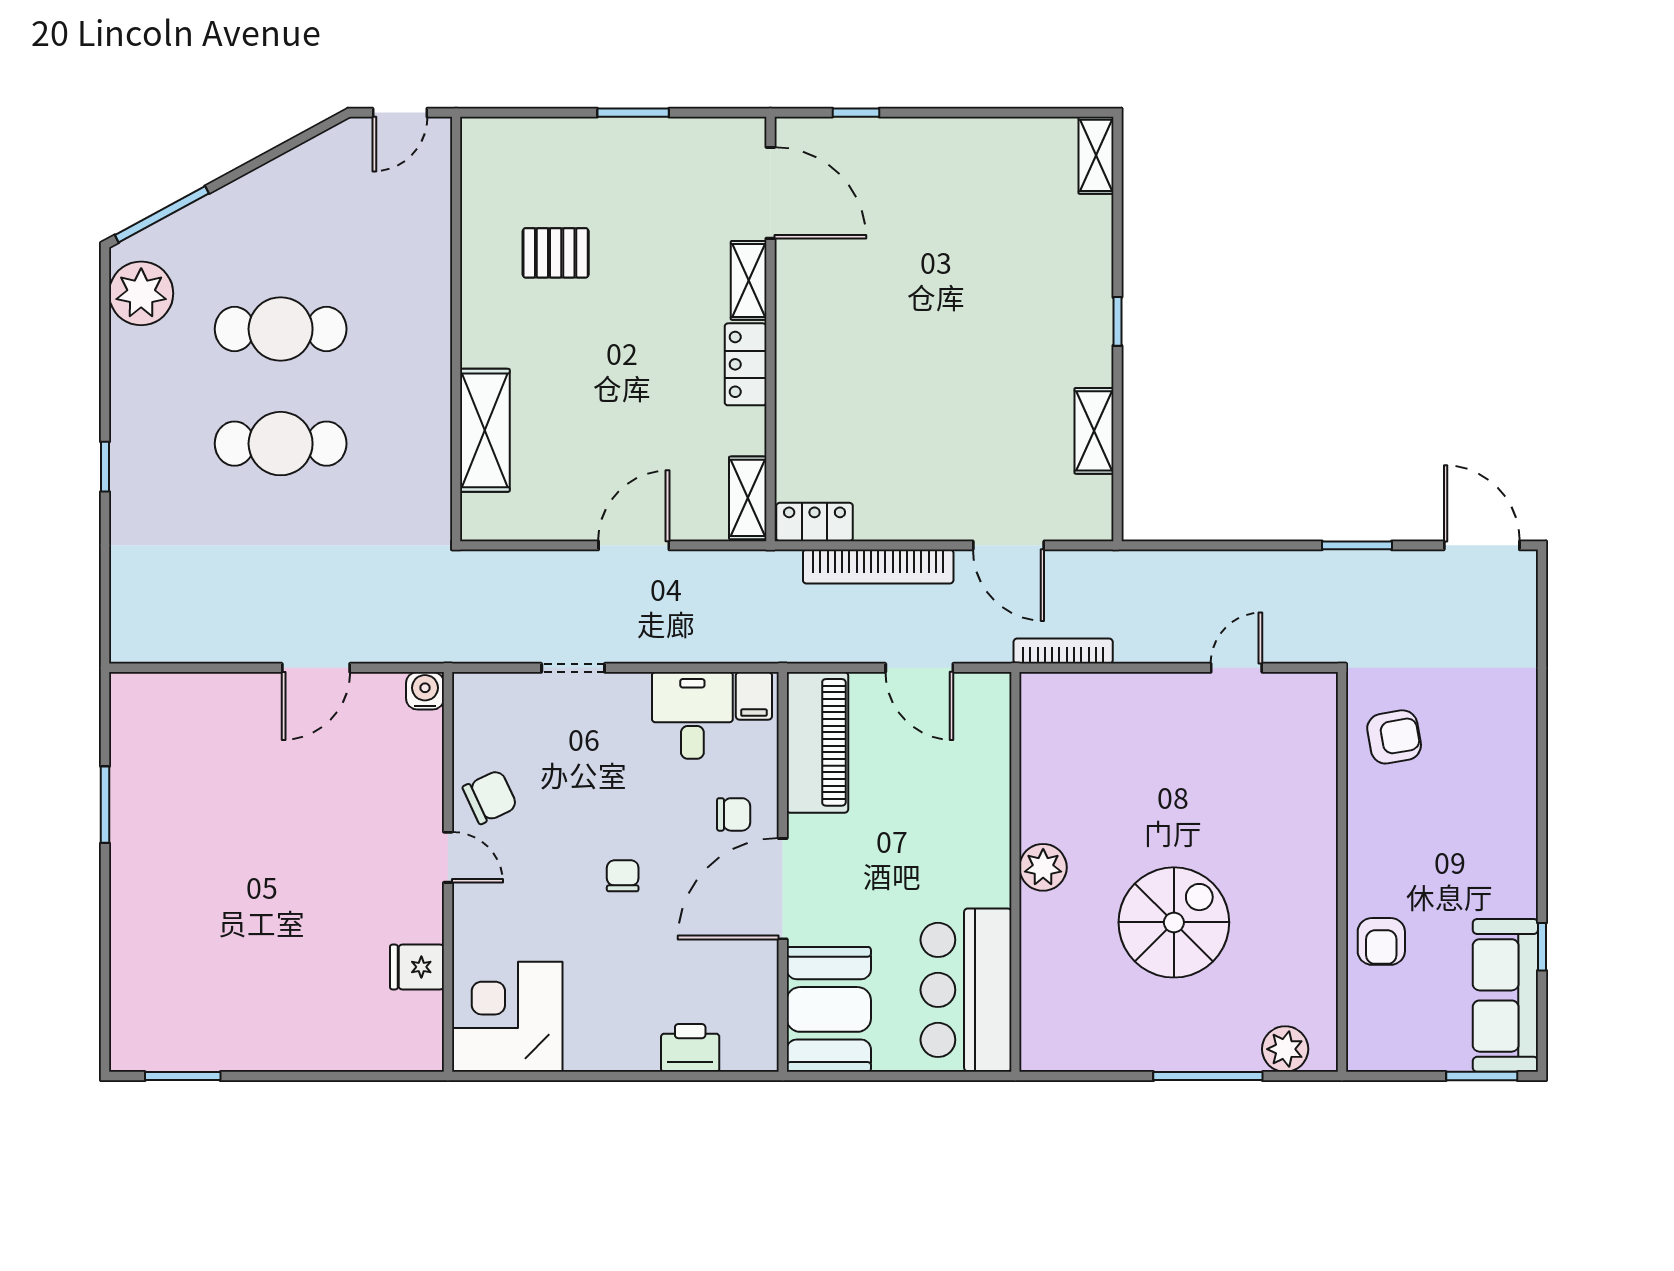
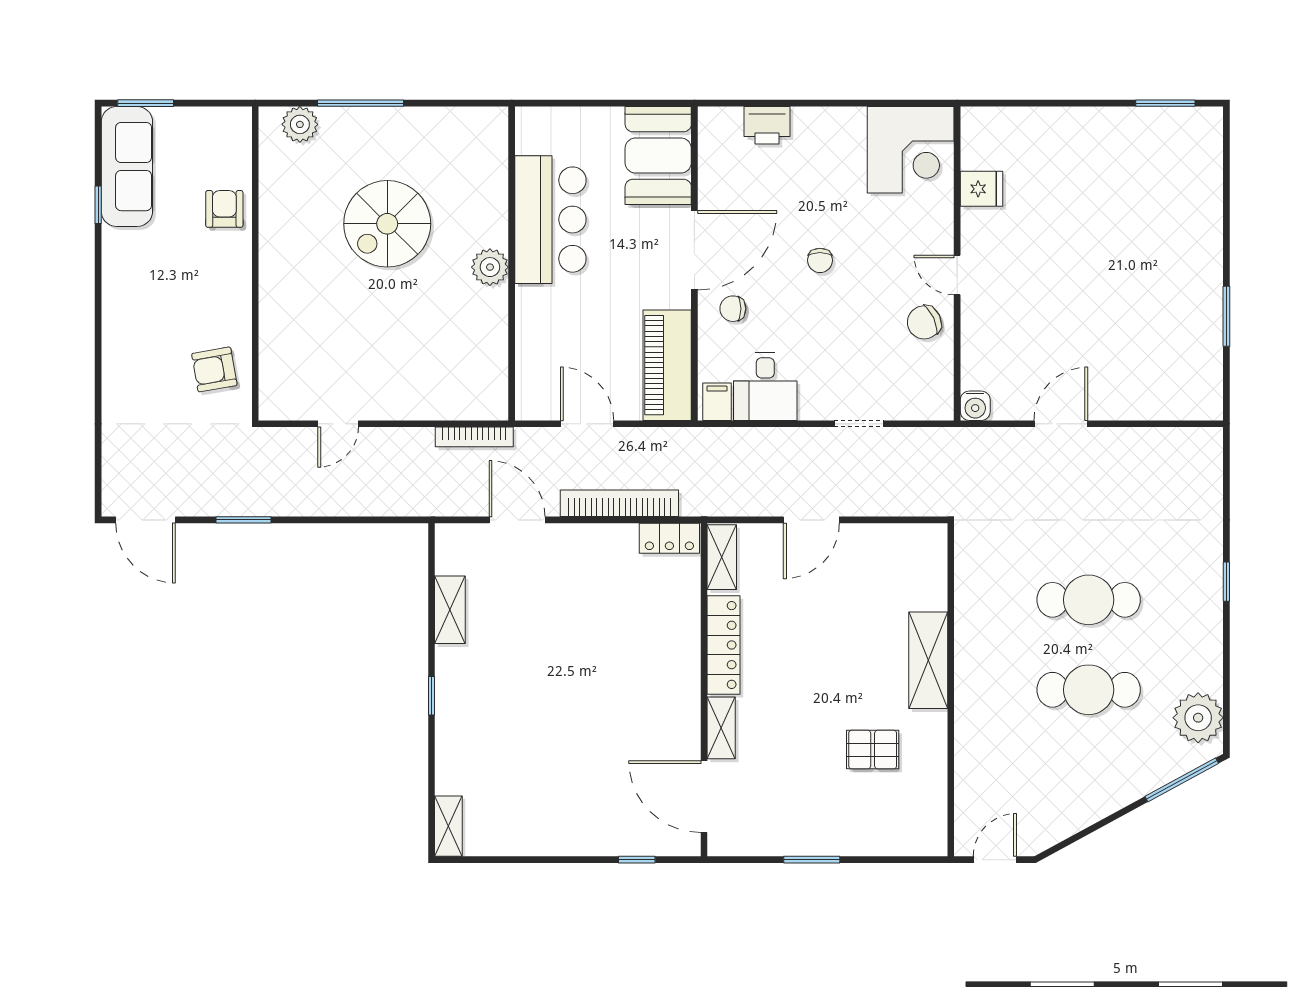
locker: (746, 364) -> (724, 645), width x1.53
shelving: (485, 430) -> (928, 660), moved
bar counter: (966, 990) -> (550, 220), moved

